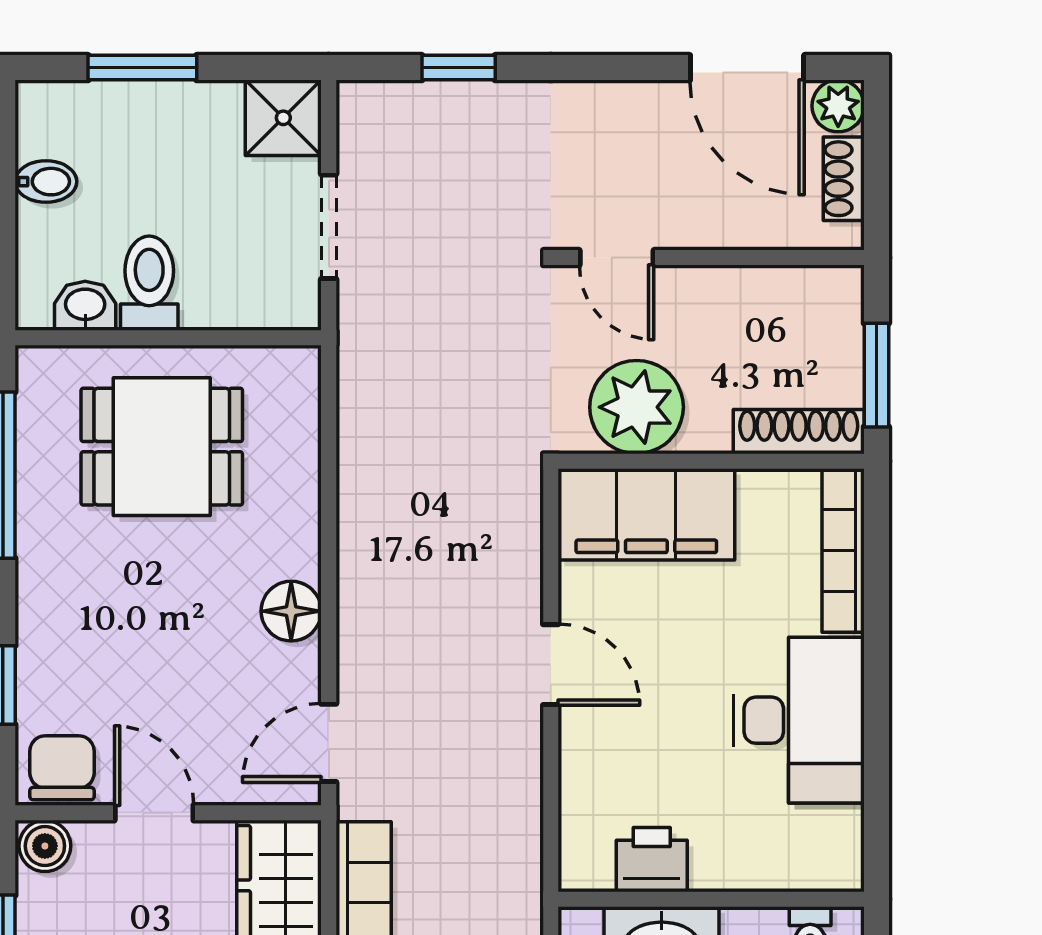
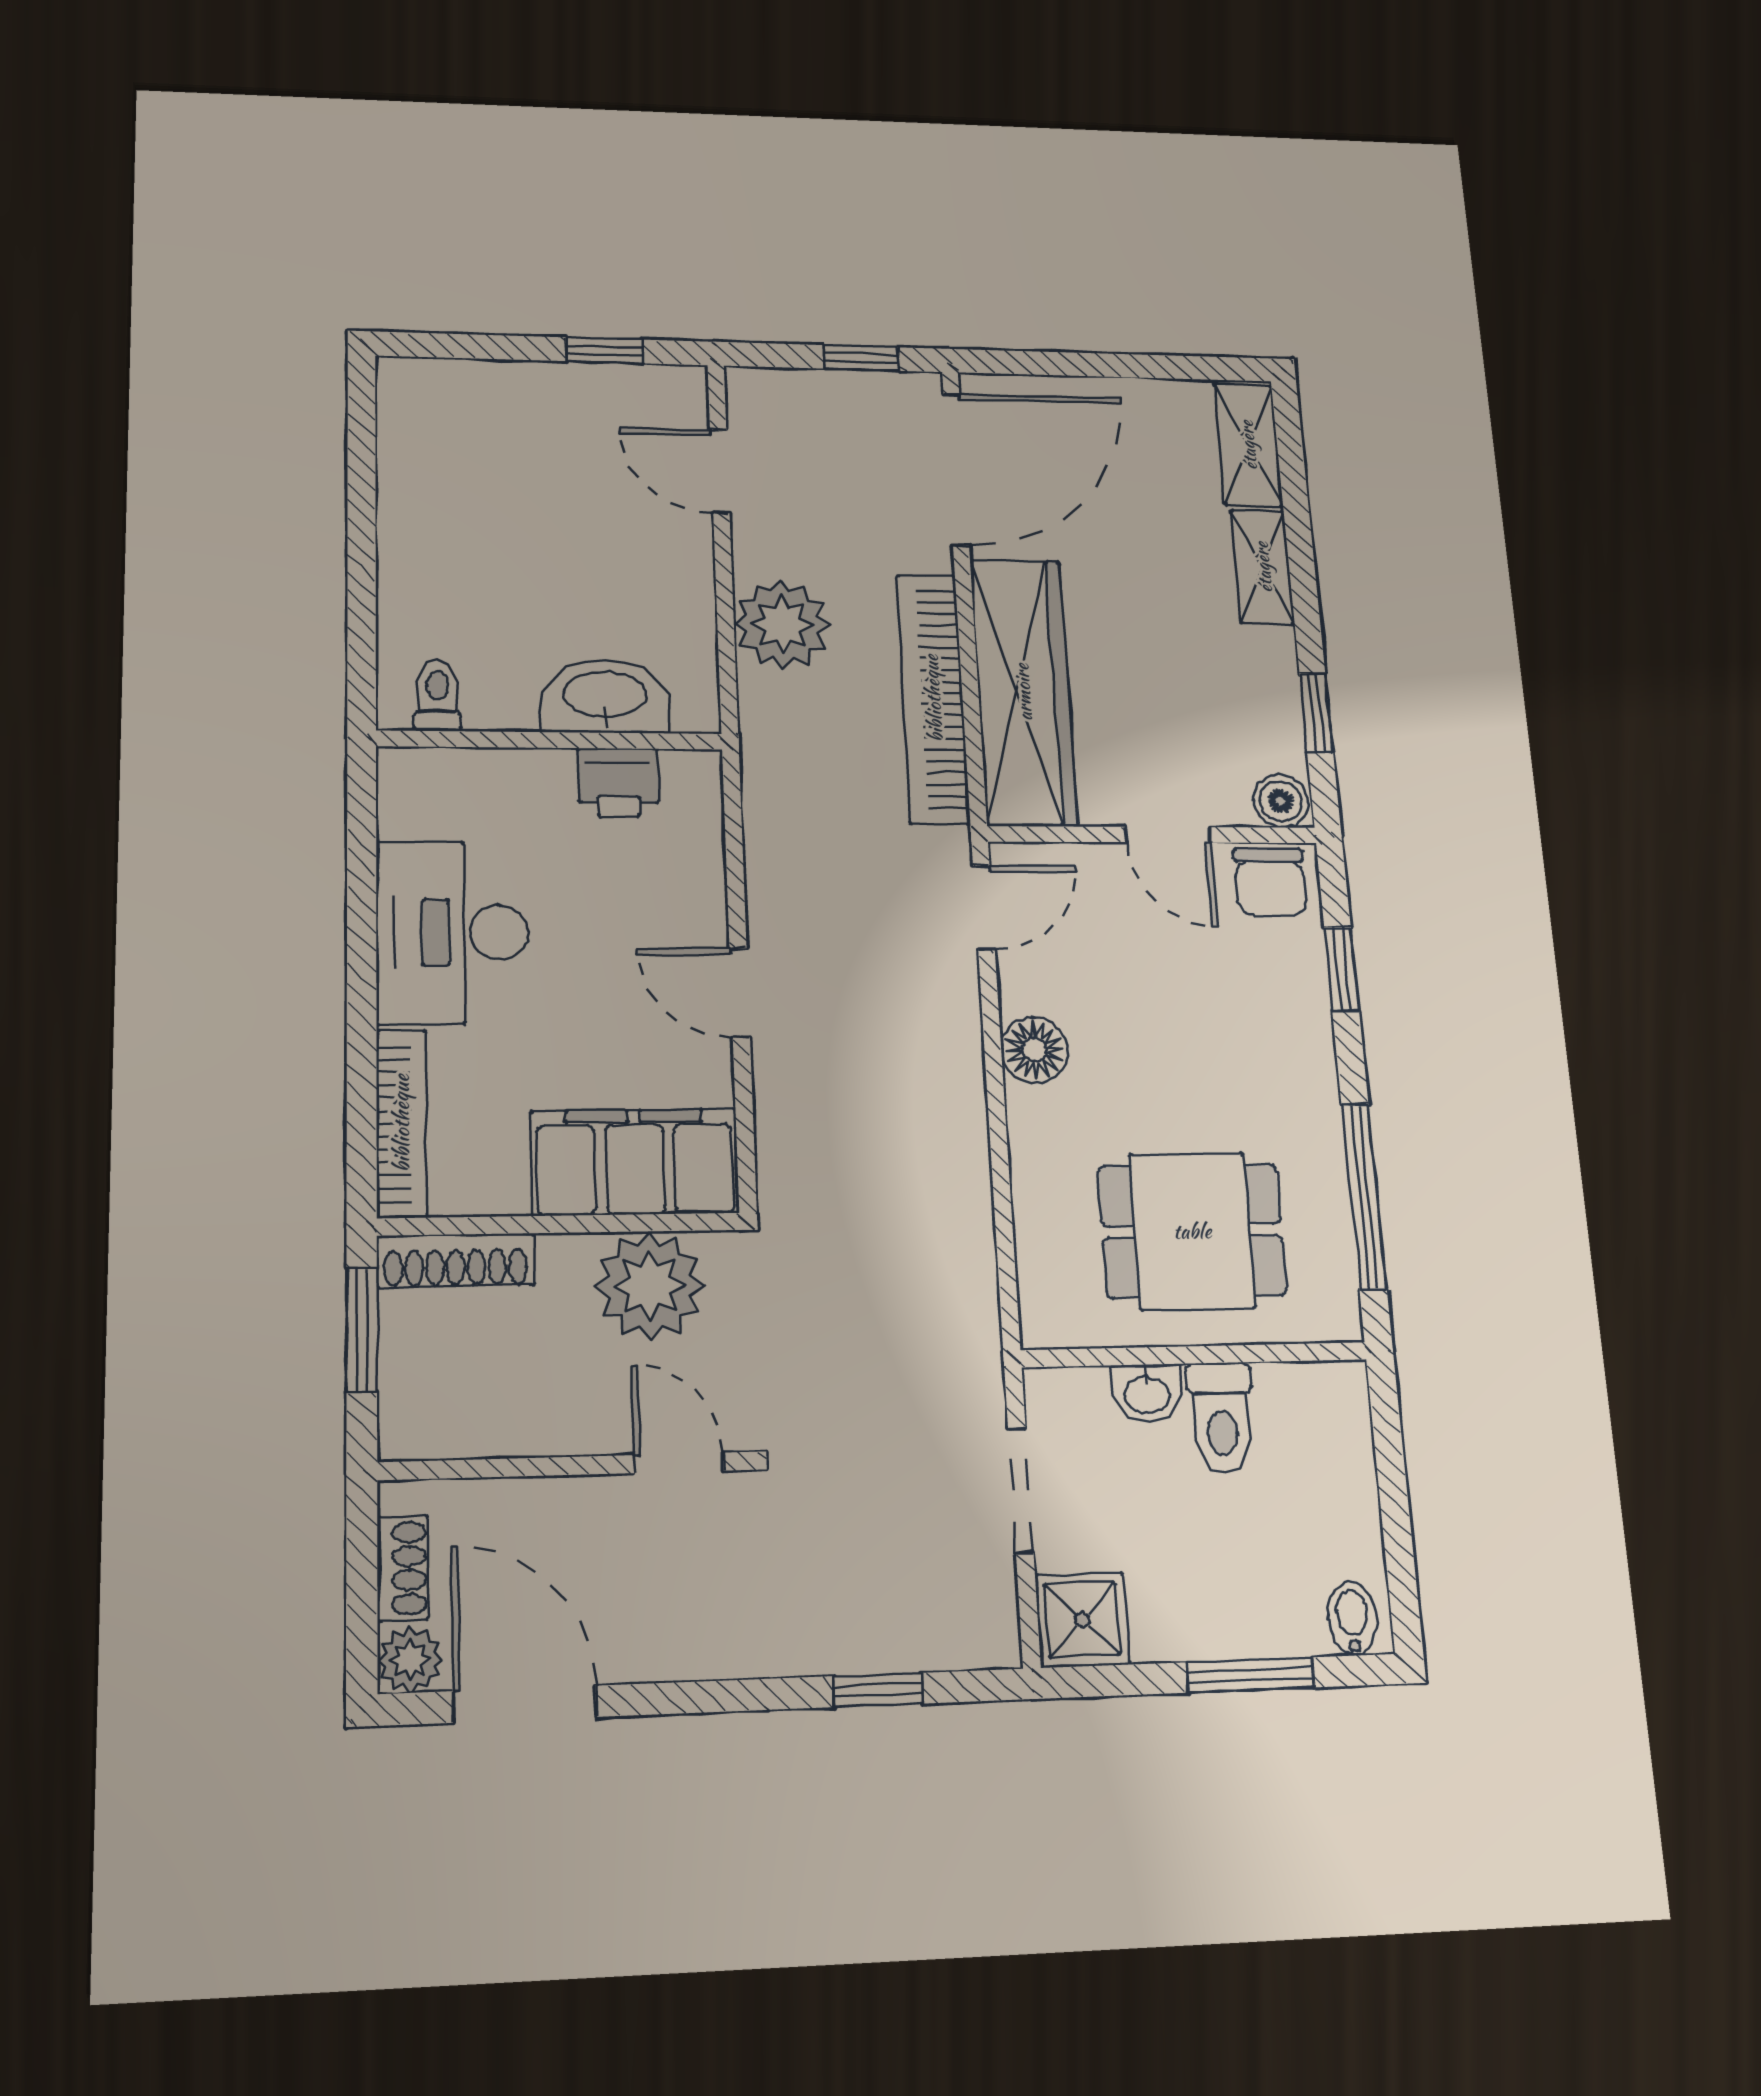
bidet: (46, 182) -> (1352, 1618), moved, turned 90
washbasin: (85, 306) -> (1147, 1393), moved

